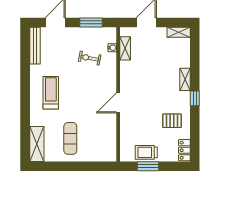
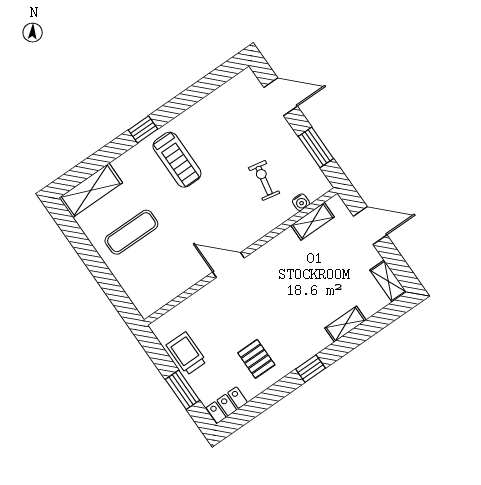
bench: (35, 46) -> (228, 91), removed
shelving: (185, 79) -> (345, 324), moved
treadmill: (51, 93) -> (177, 160), turned 90
window: (25, 99) -> (143, 129), added
window: (148, 166) -> (183, 390), moved

